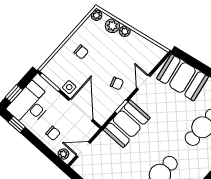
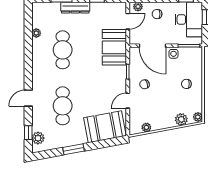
plant: (125, 31) -> (146, 127), moved
door: (143, 82) -> (128, 101), swing flipped
booth: (127, 124) -> (114, 47), moved

